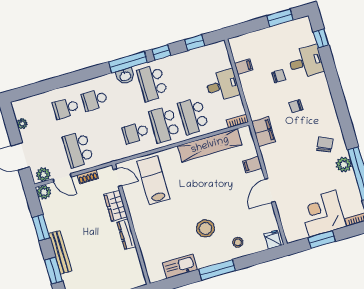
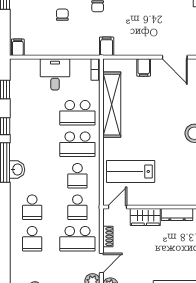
filing cabinet: (244, 66) -> (18, 47), moved
school desk: (152, 83) -> (77, 207), moved, width x0.54
filing cabinet: (263, 131) -> (107, 46), width x0.50

